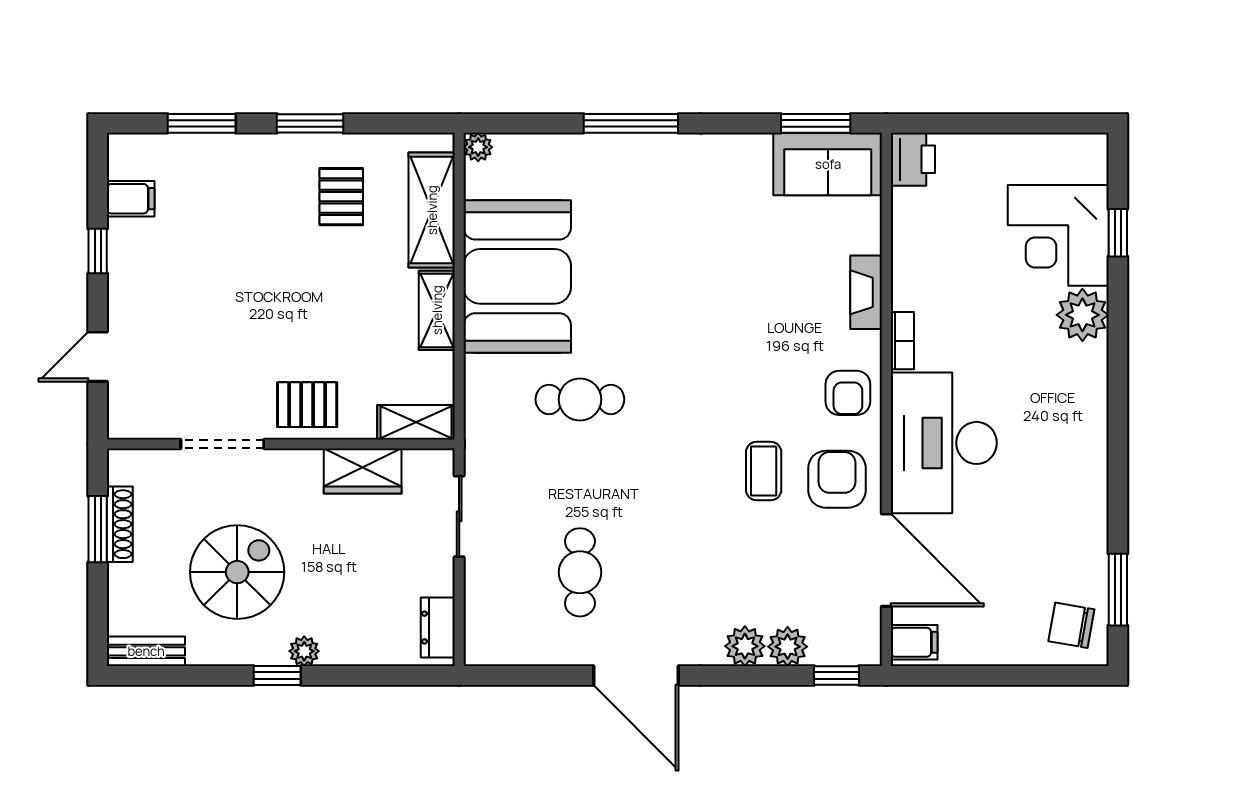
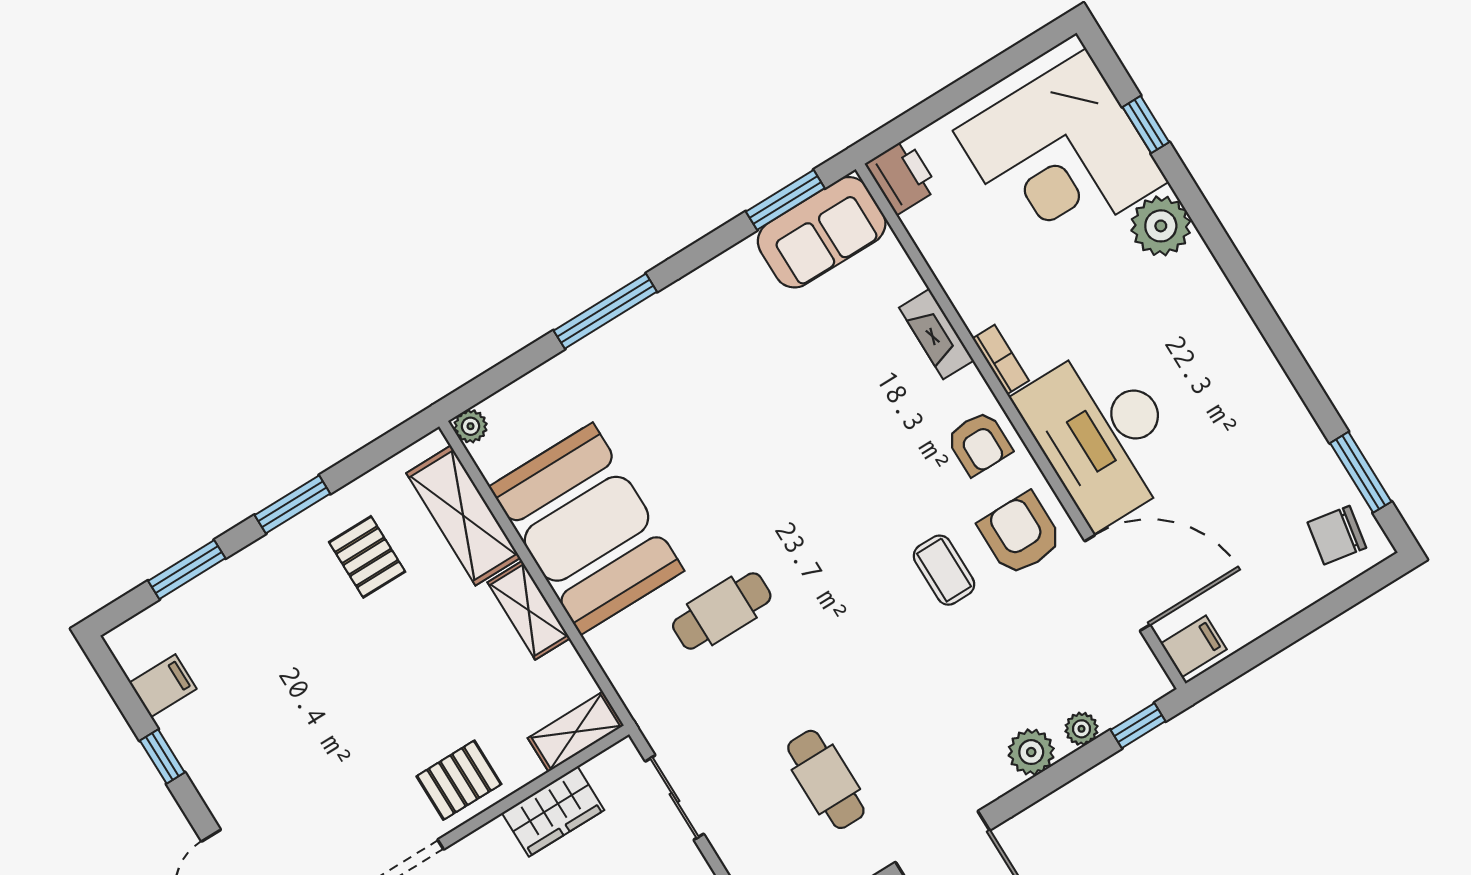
corner desk: (1058, 235) -> (1061, 156), width x1.36, depth x1.36
plant: (788, 647) -> (1081, 729), width x0.73, depth x0.73

